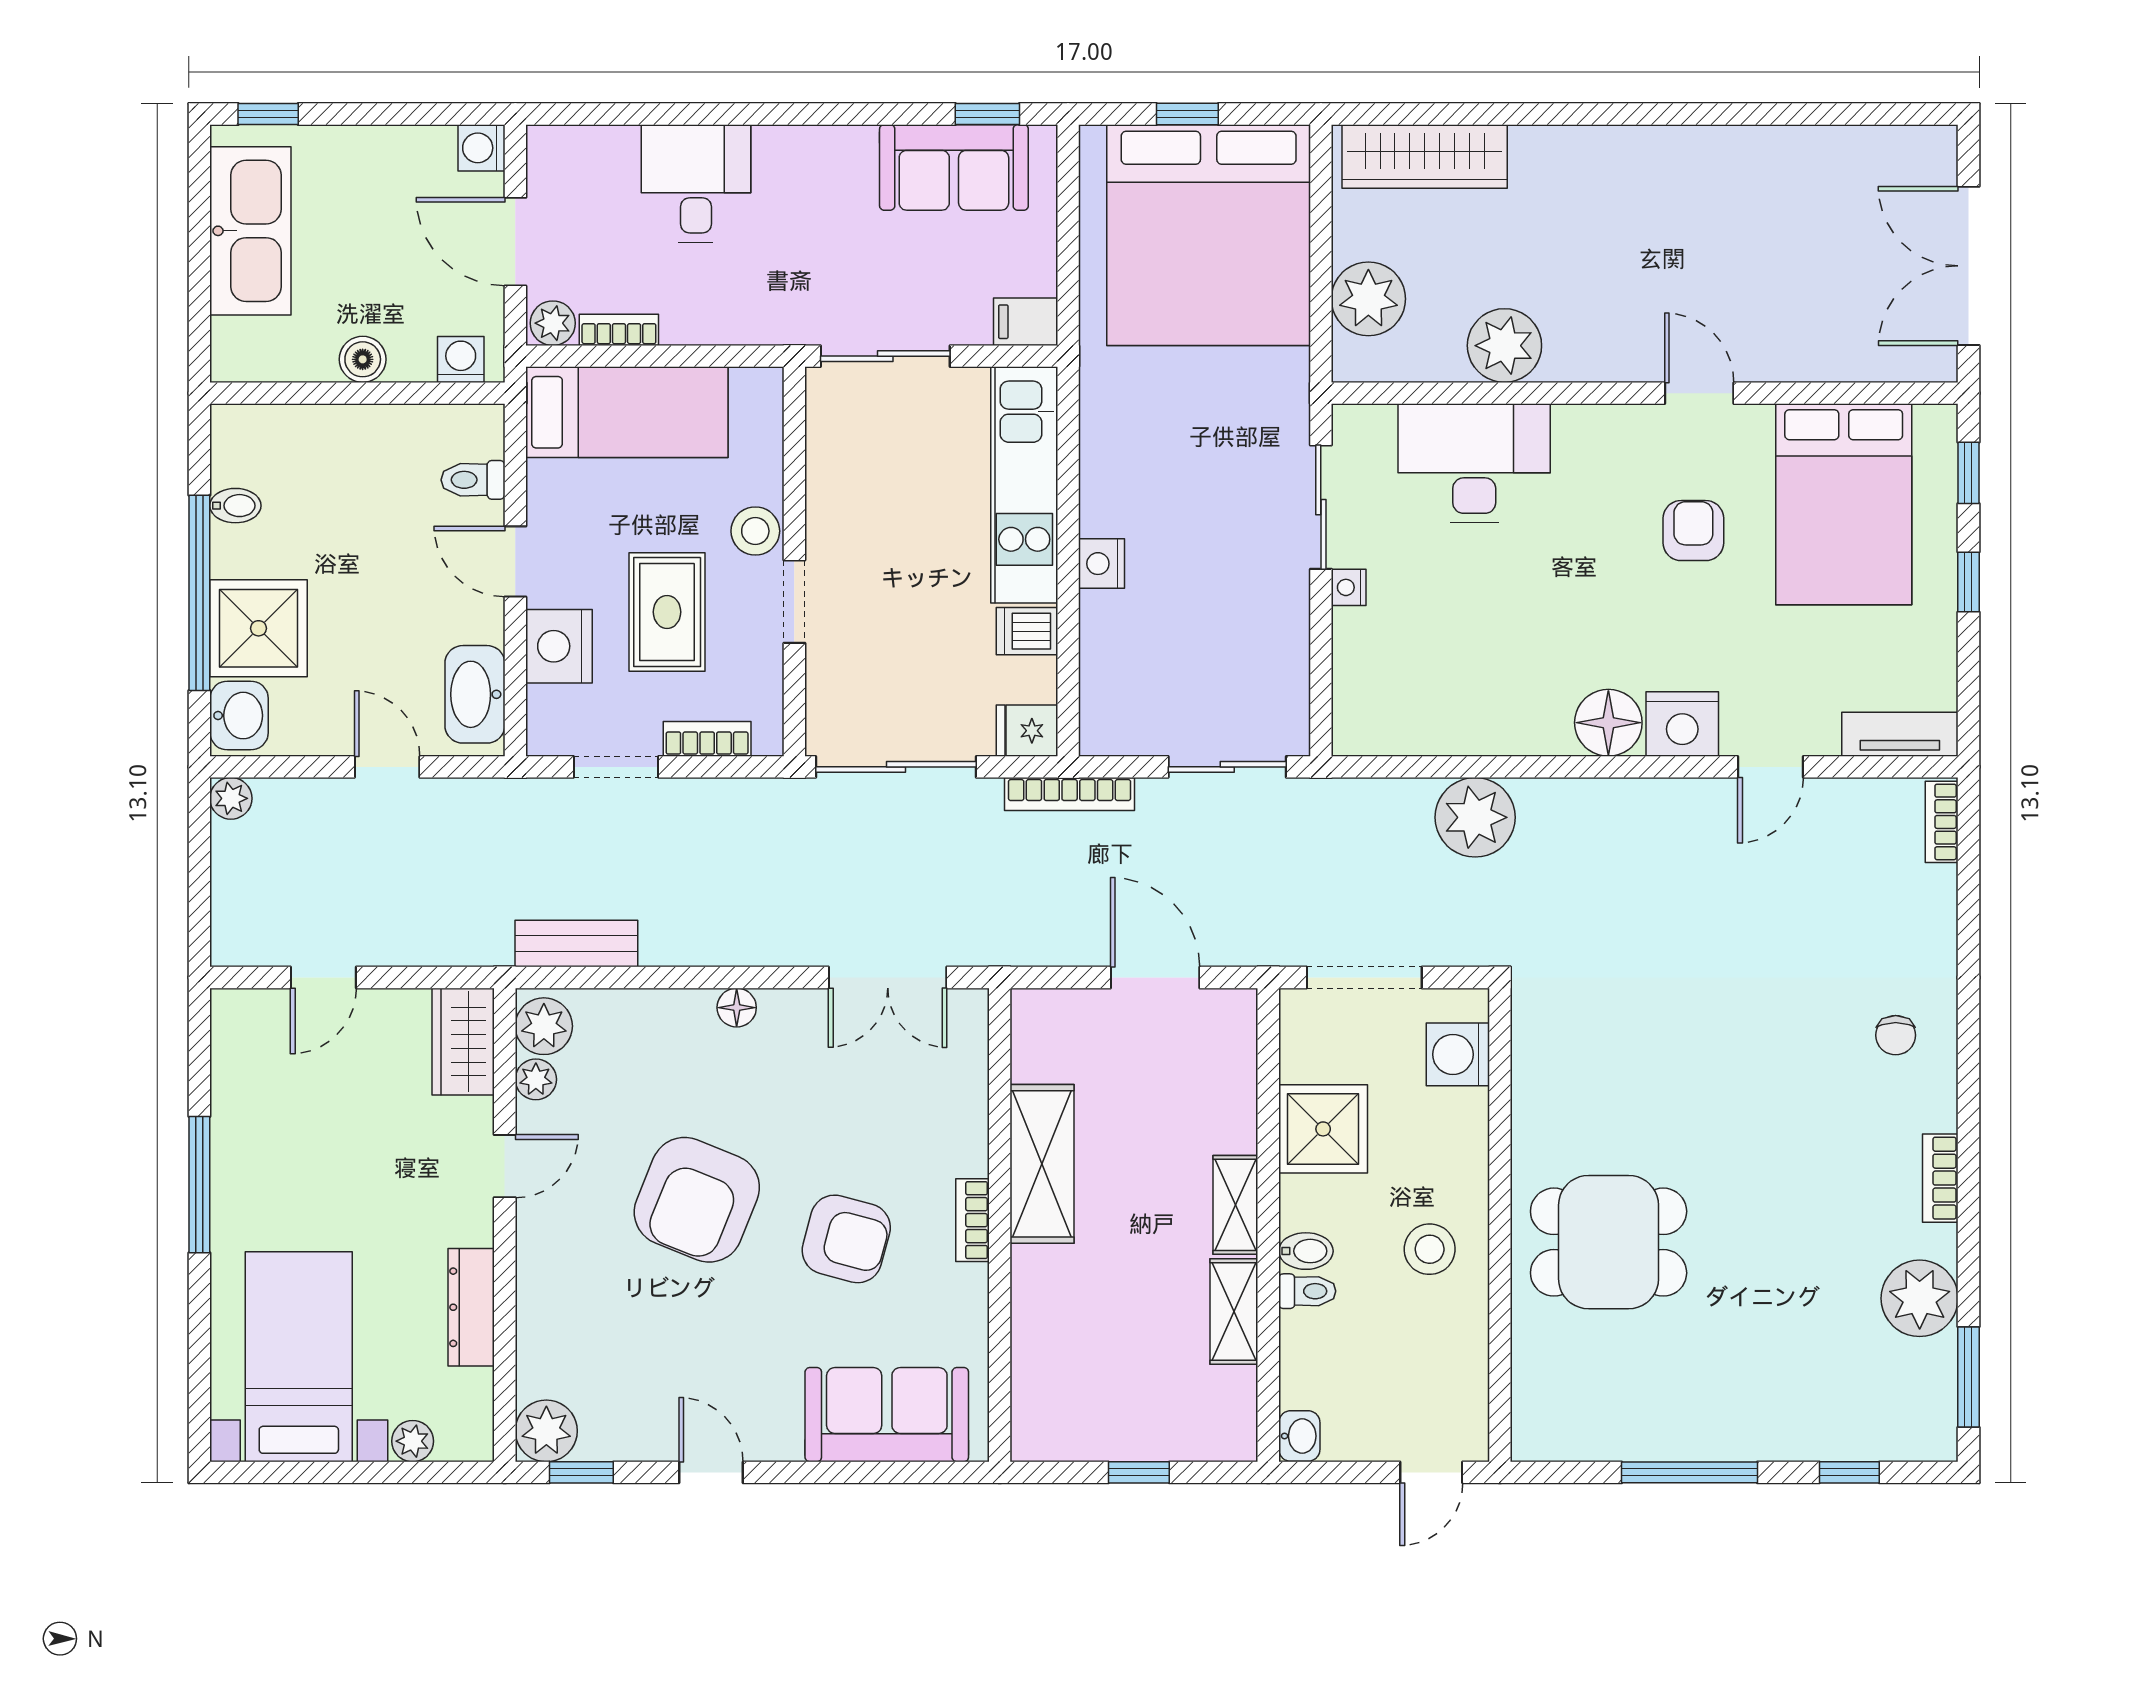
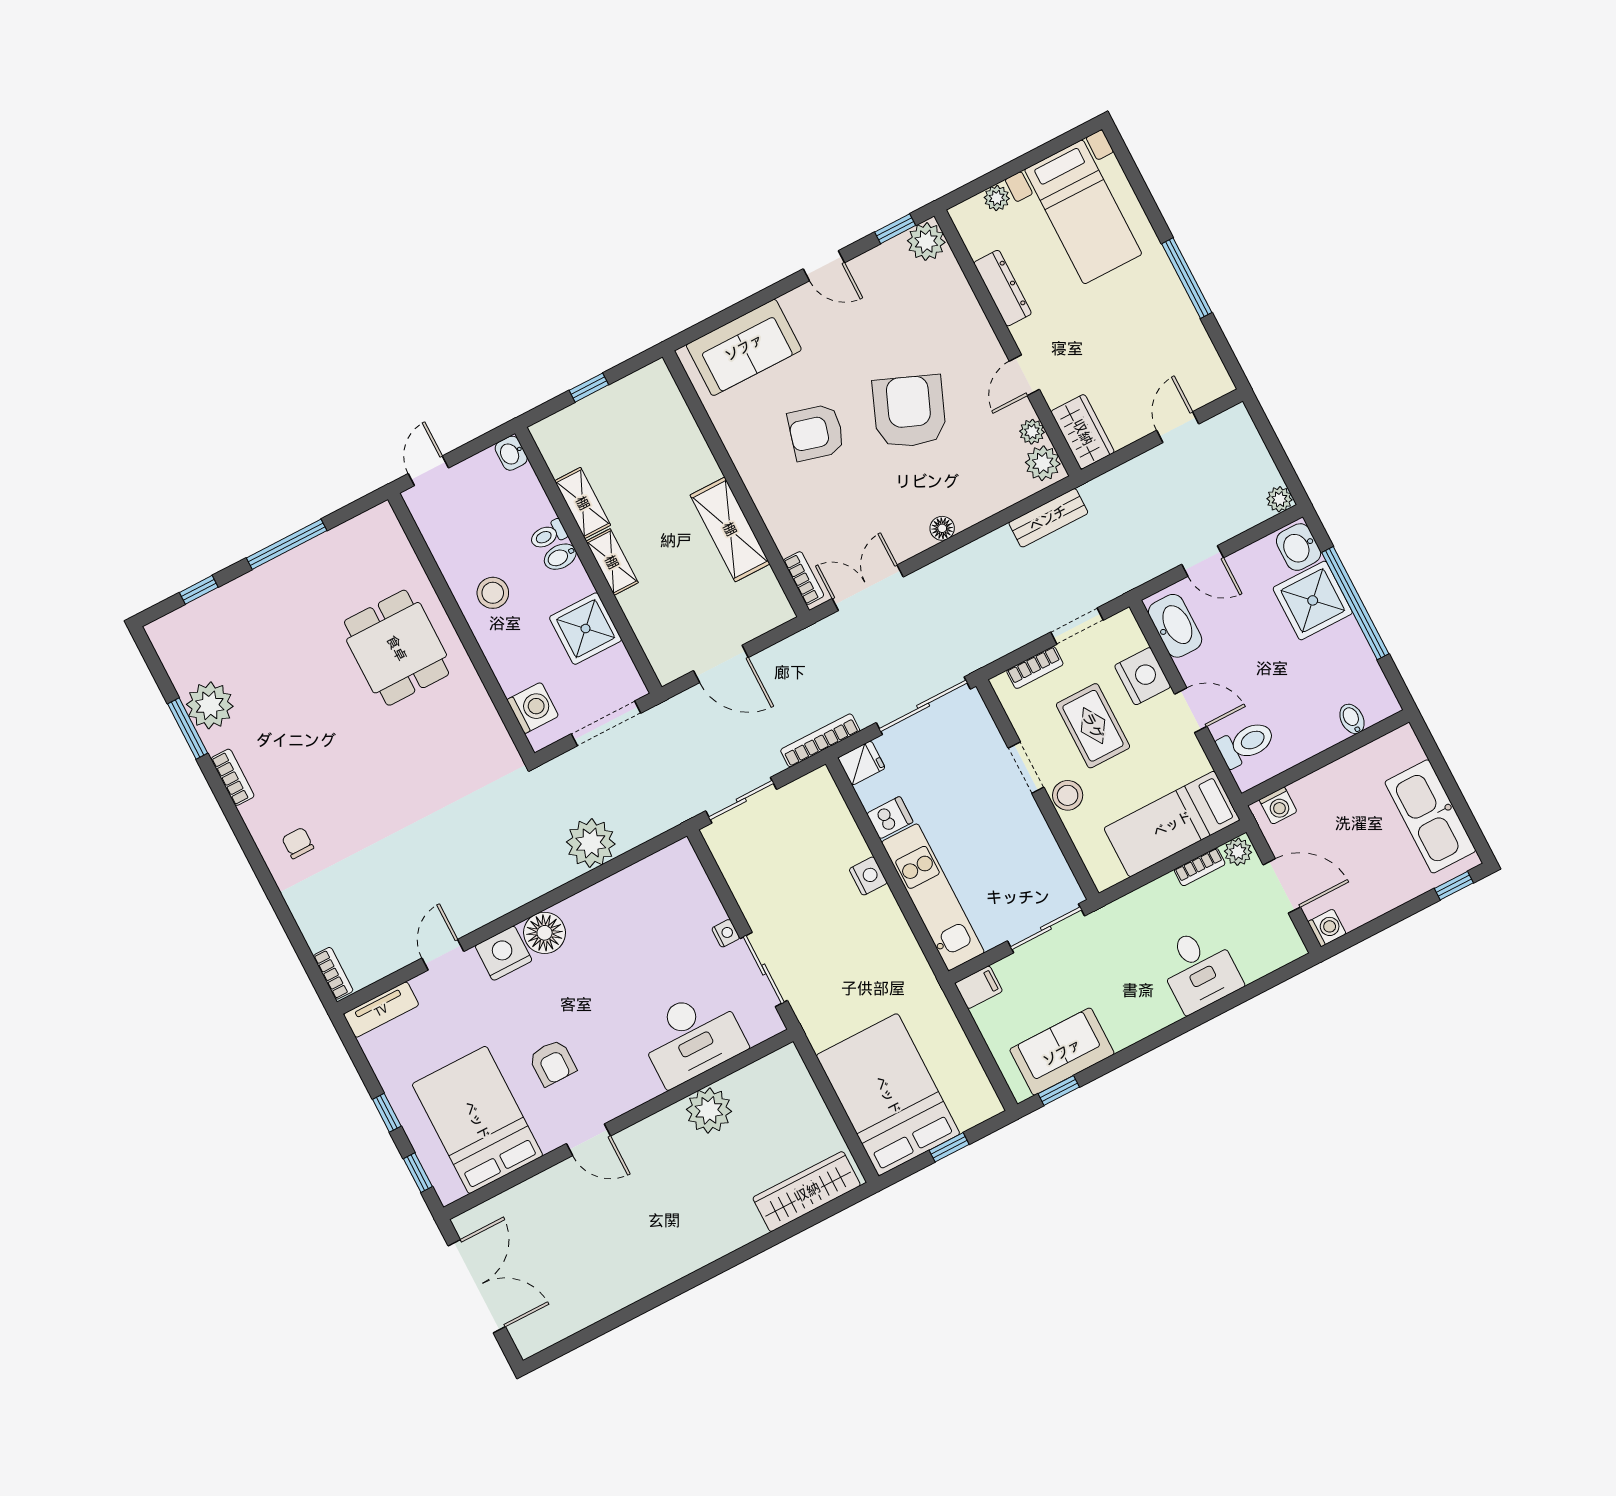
bed: (1209, 235) -> (888, 1095), width x0.73
plant: (1368, 299) -> (797, 1097), removed
boiler: (363, 359) -> (1332, 778), removed
toilet: (473, 480) -> (1246, 744), width x1.37, depth x1.39
bidet: (235, 506) -> (1352, 719), moved, turned 90
bookcase: (973, 1220) -> (804, 578), moved
dining table: (1609, 1242) -> (397, 648), turned 90
window: (1968, 1377) -> (188, 728), moved

